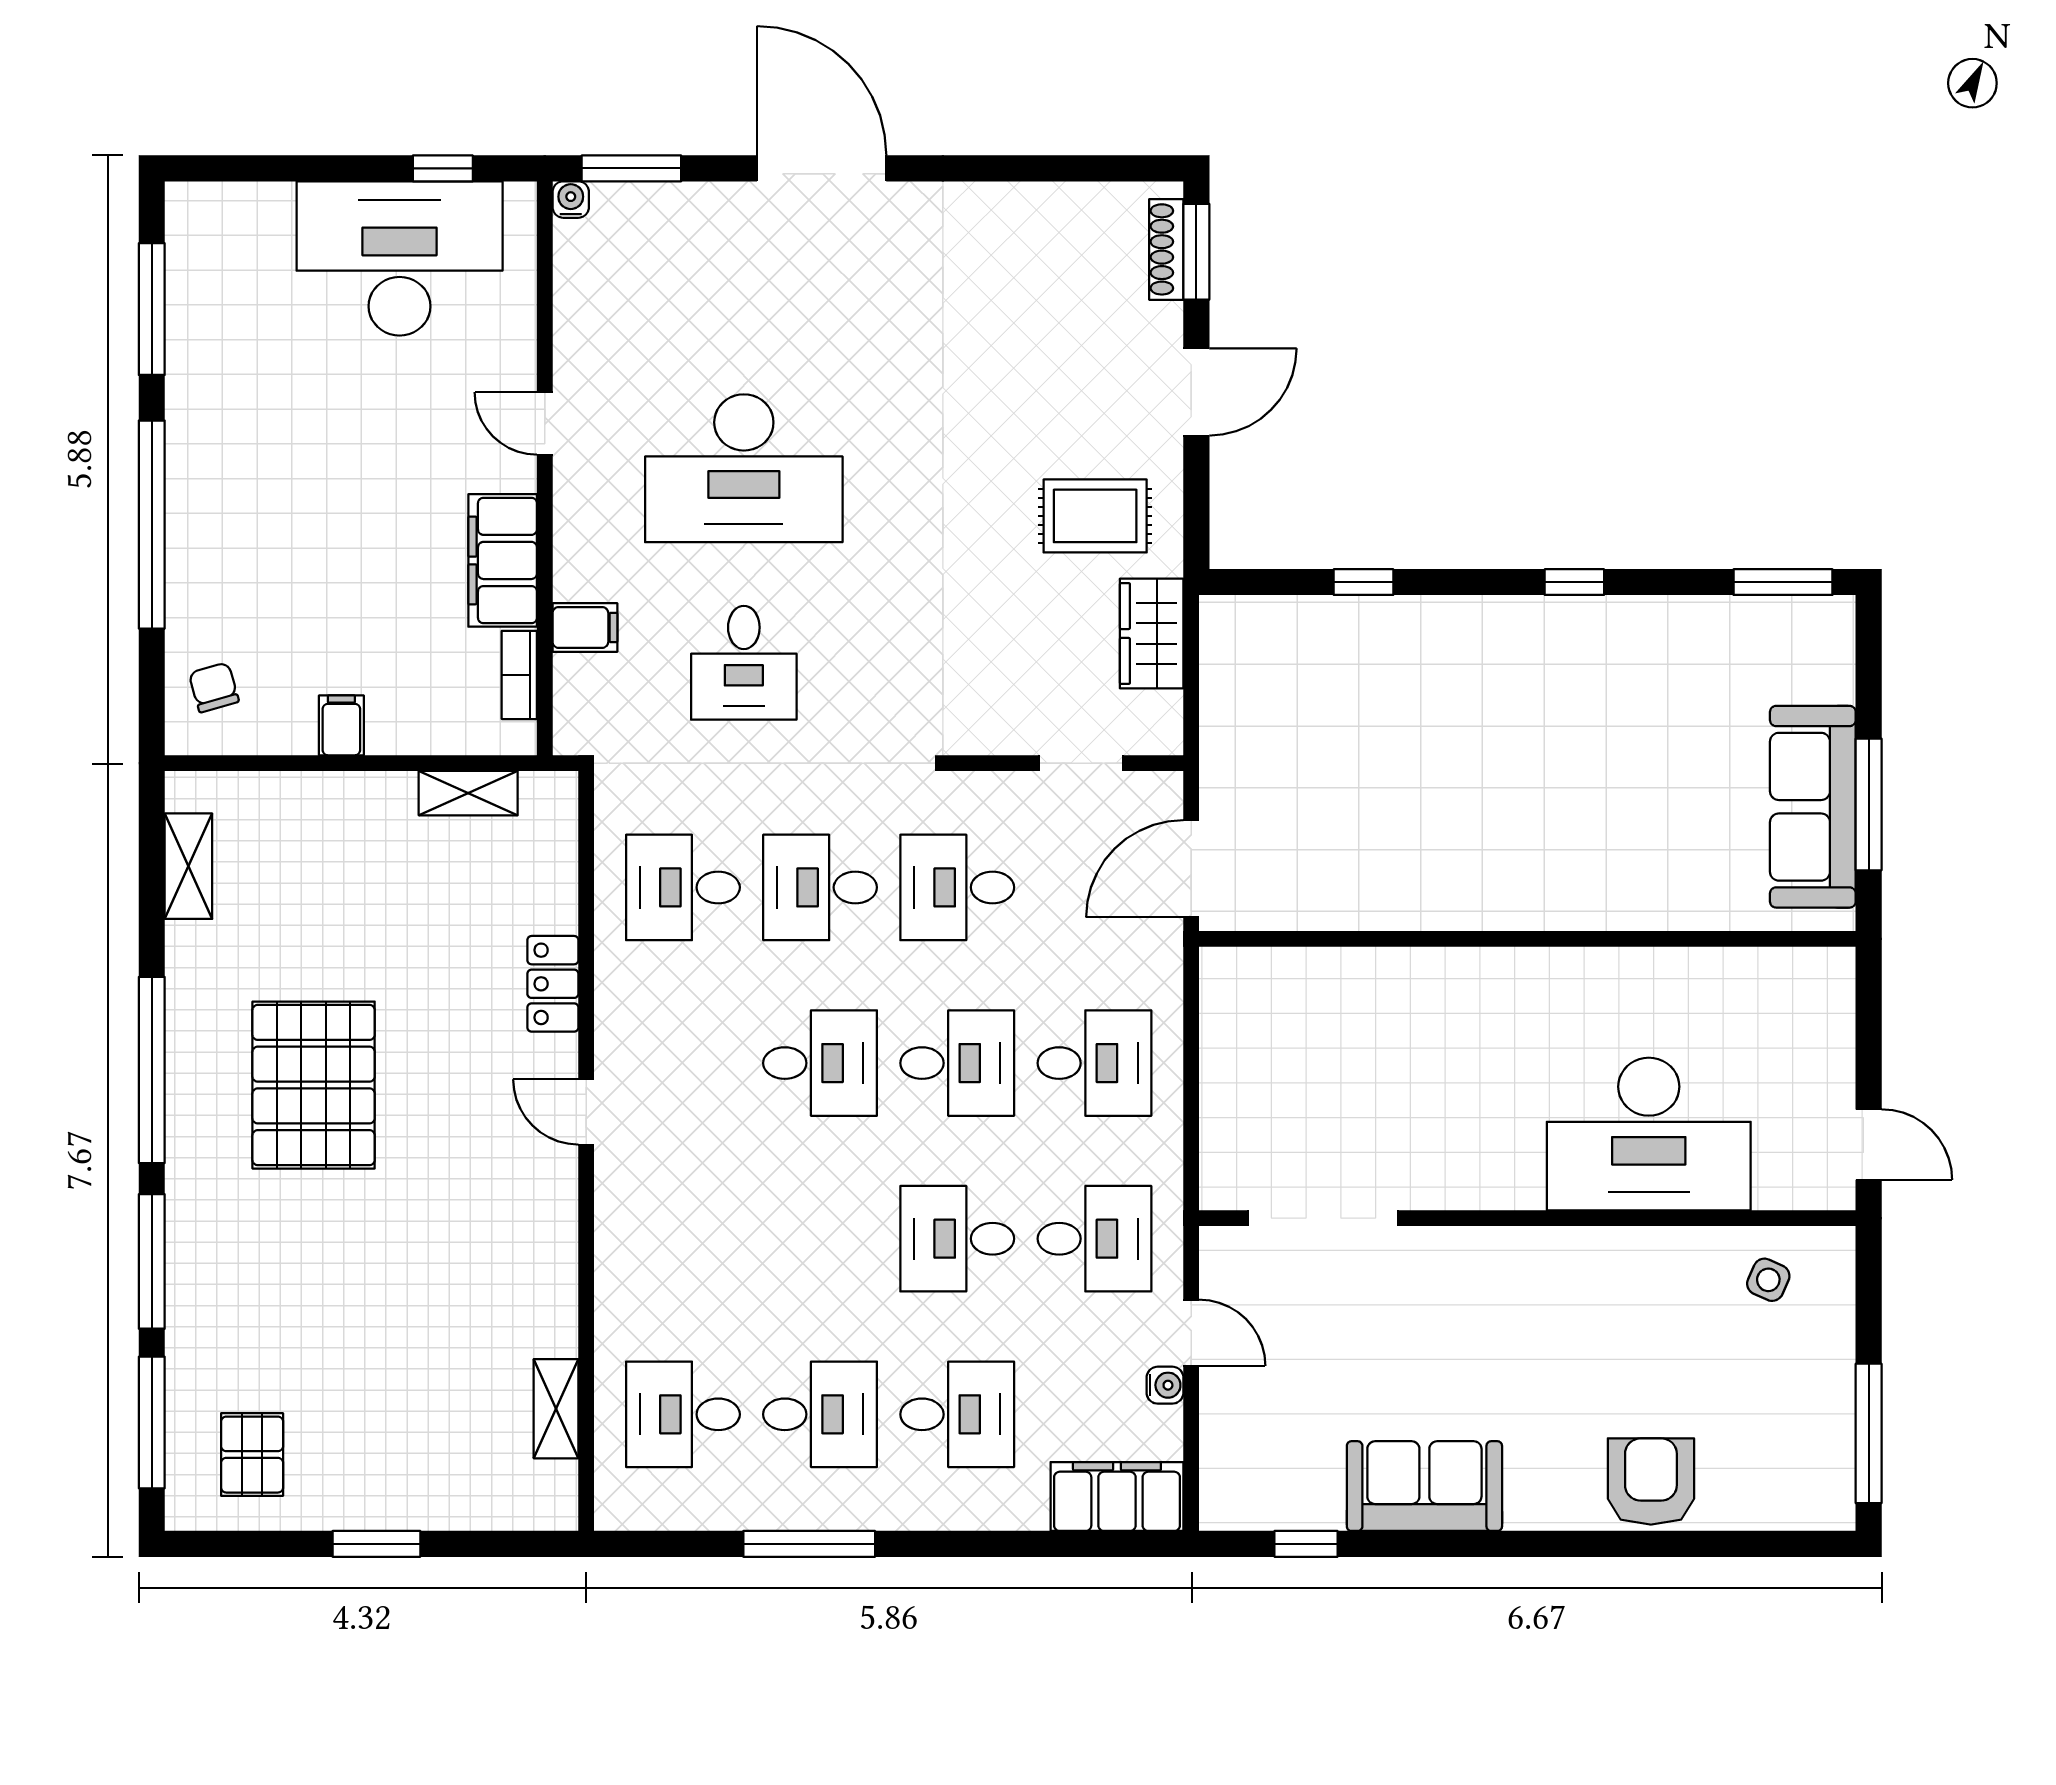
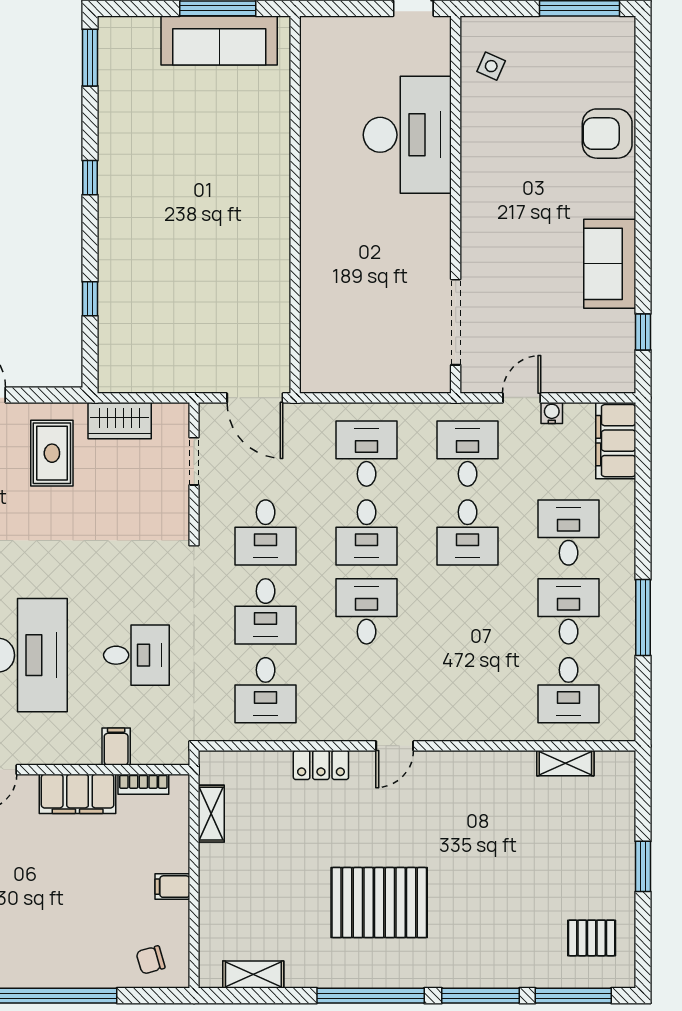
desk: (957, 1063) -> (367, 532), turned 180

